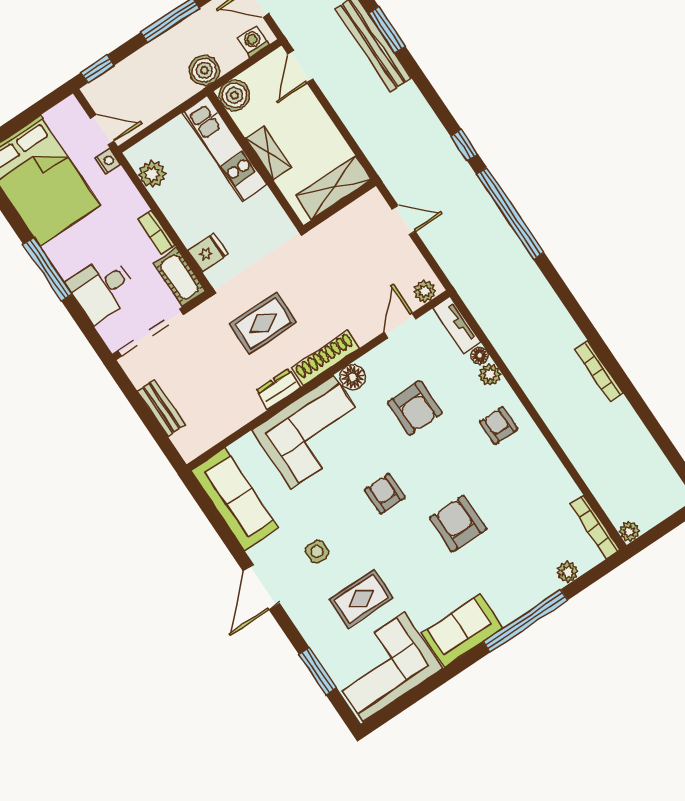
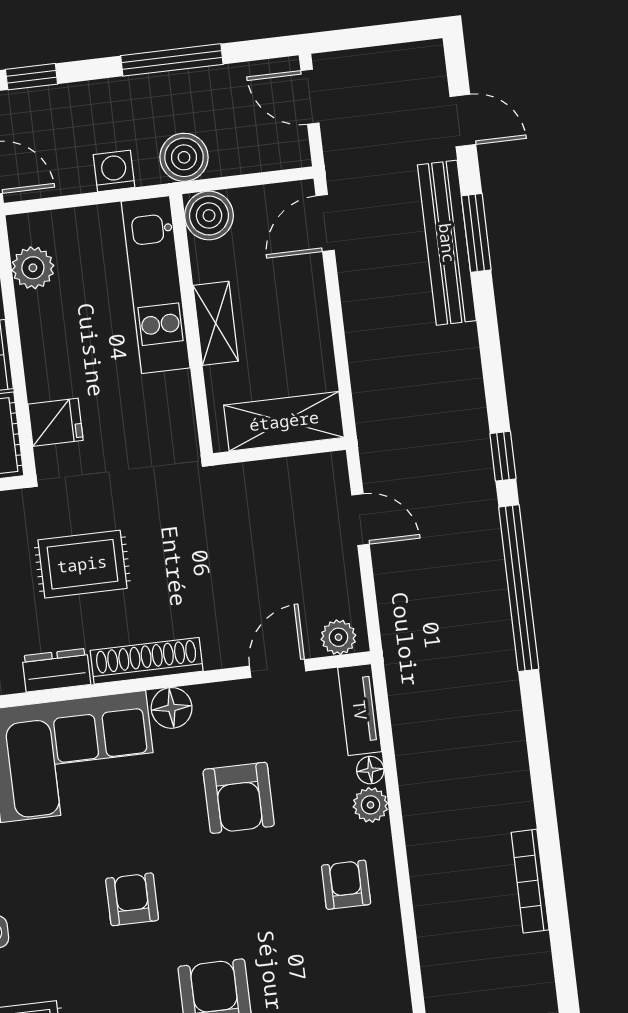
washing machine: (253, 41) -> (114, 171), moved

